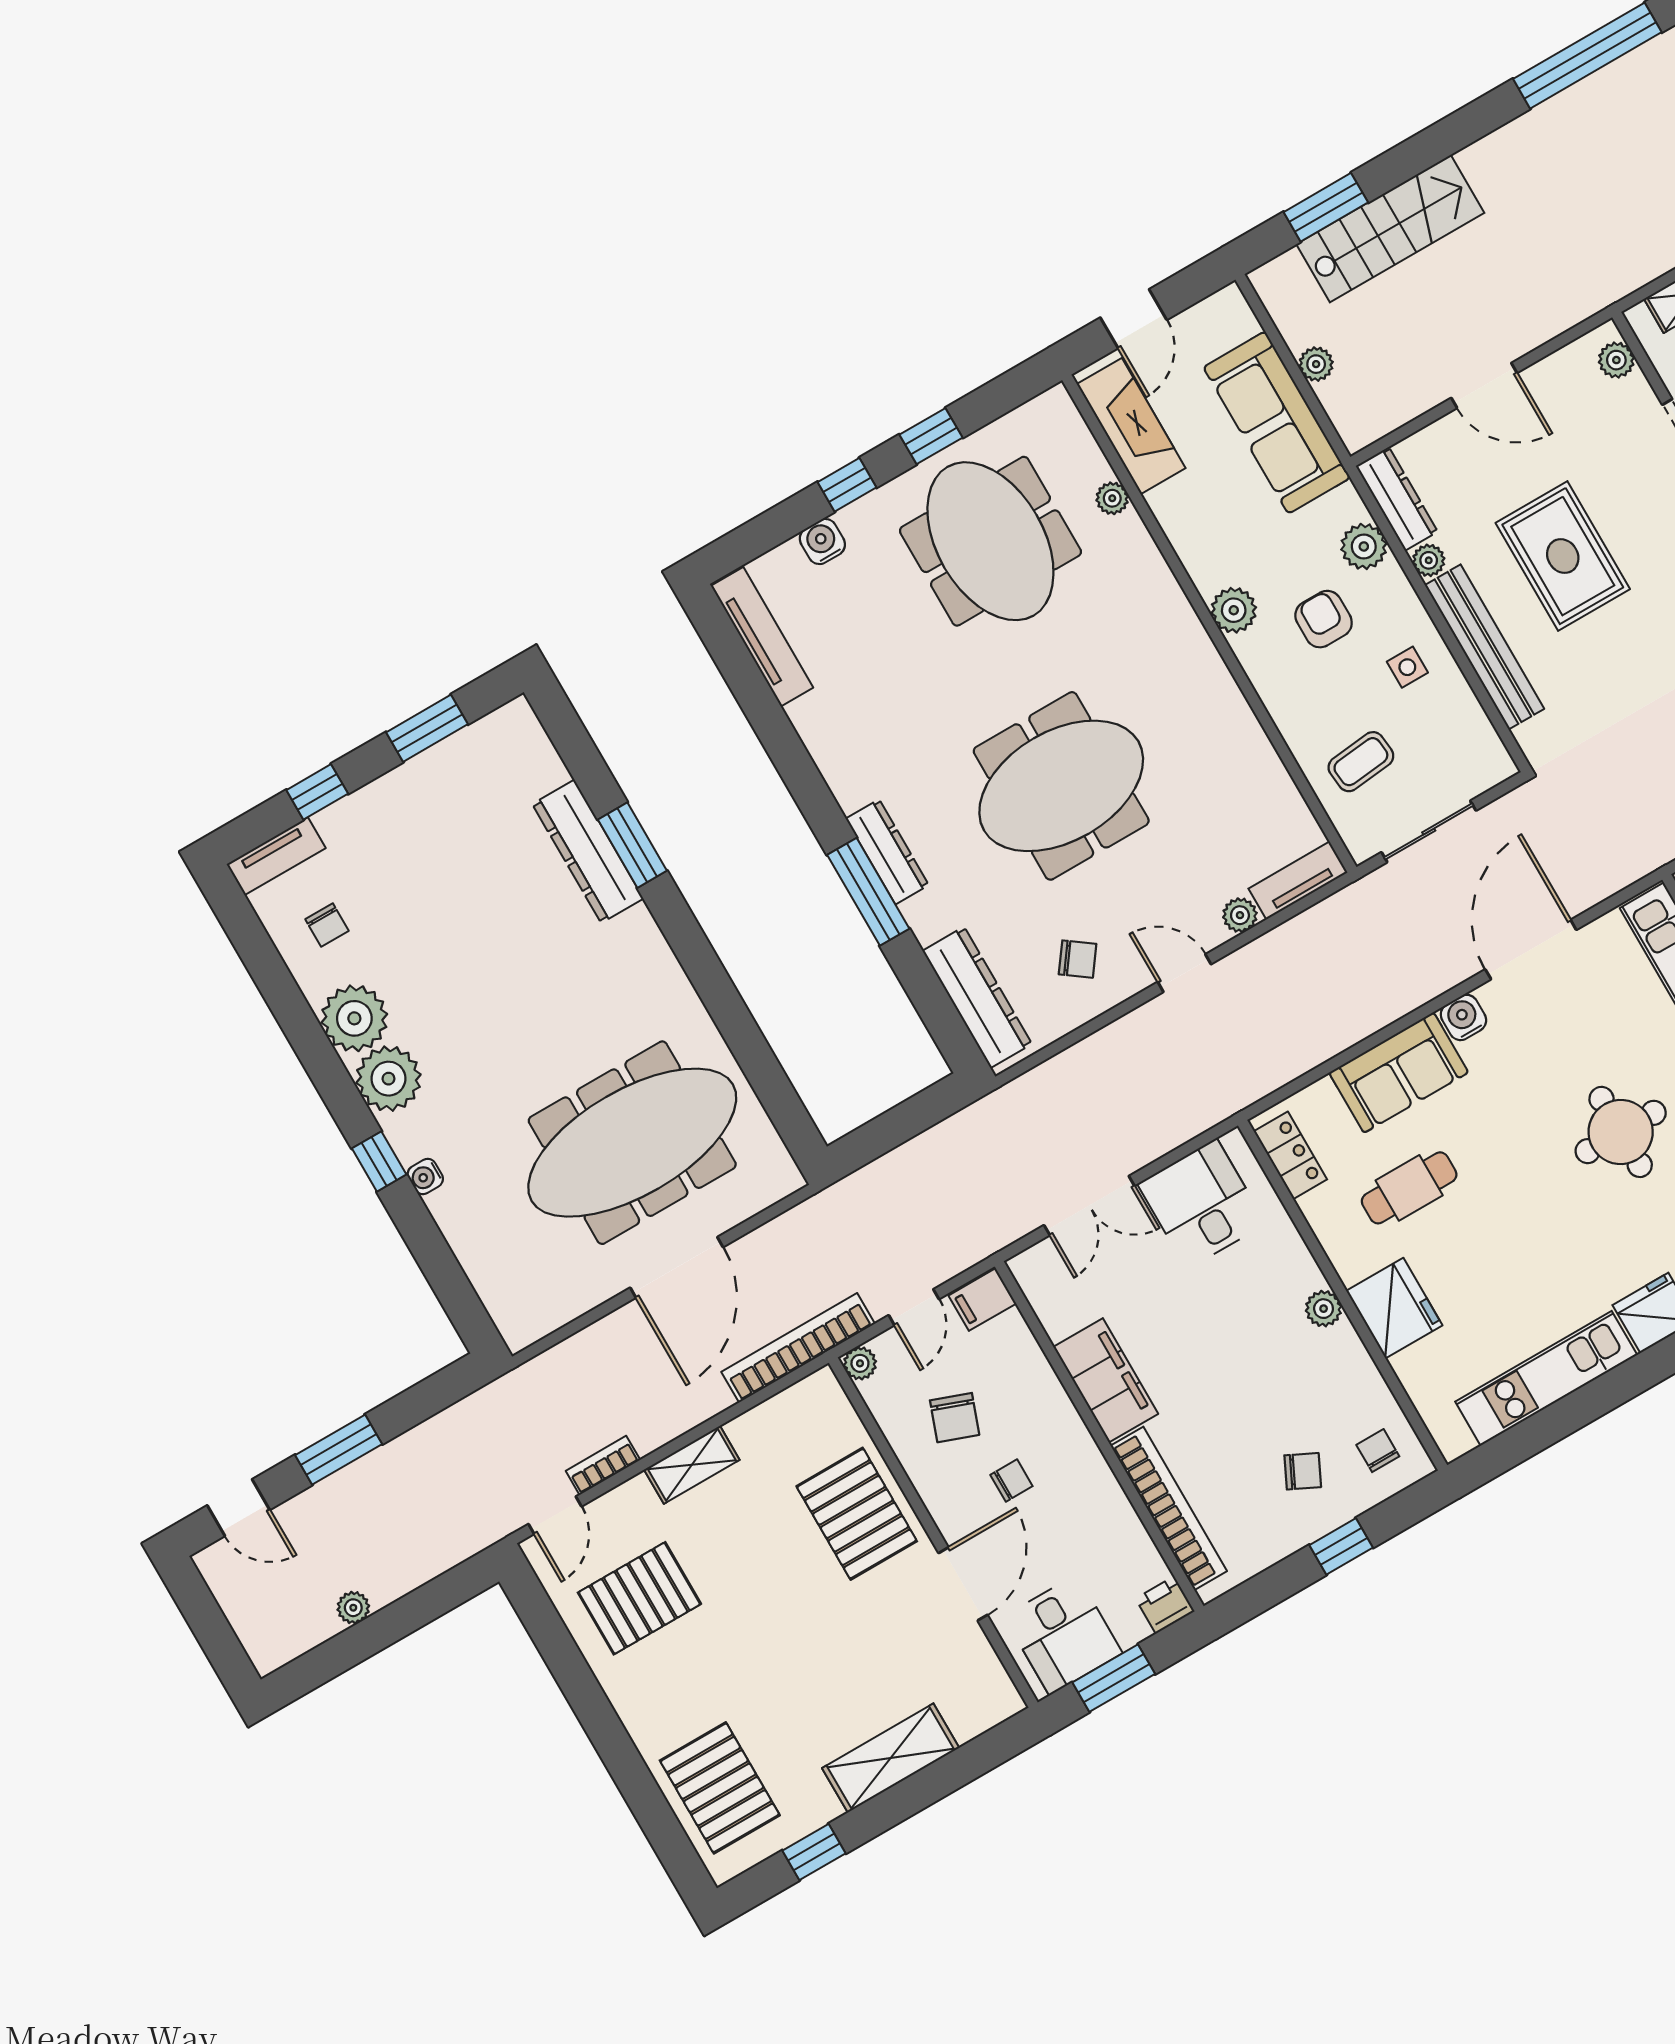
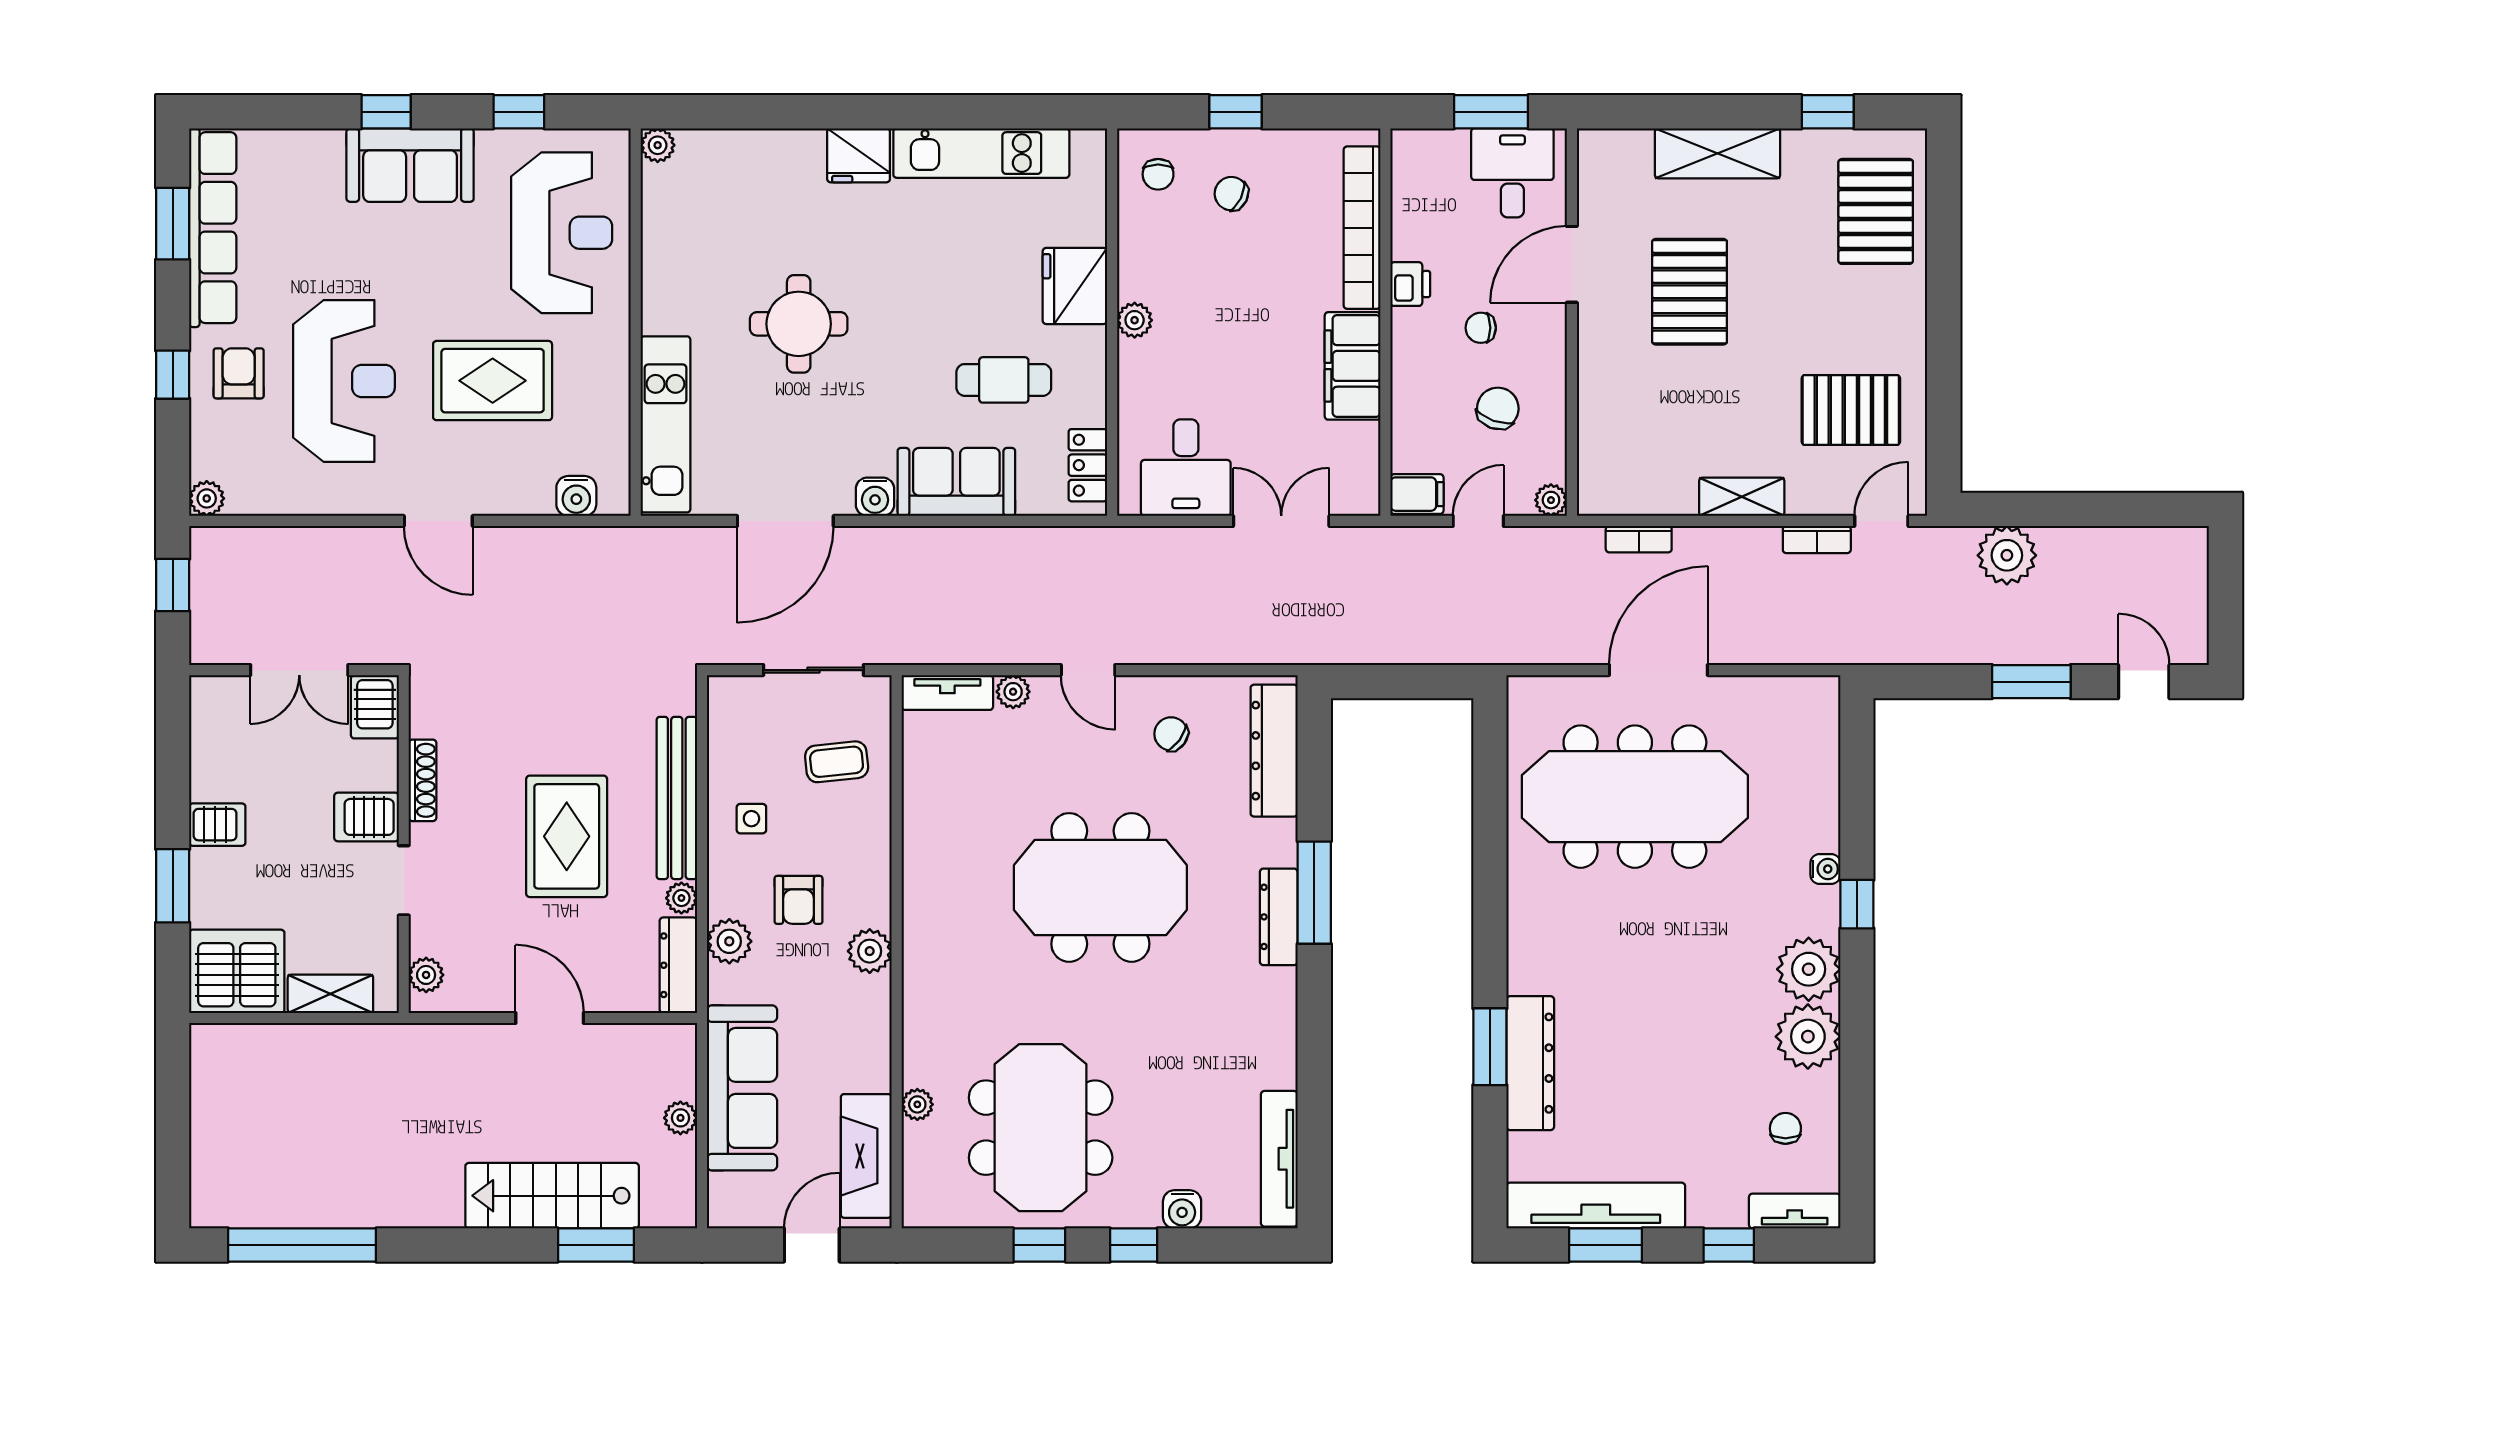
tv unit: (456, 758) -> (1596, 1206), added
bookcase: (798, 1348) -> (1639, 539), width x0.43, depth x0.76
pallet: (857, 1514) -> (1690, 292), moved
printer: (1165, 1605) -> (1410, 284), moved, turned -90
plant: (353, 1608) -> (2007, 555), moved, width x1.87, depth x1.87

